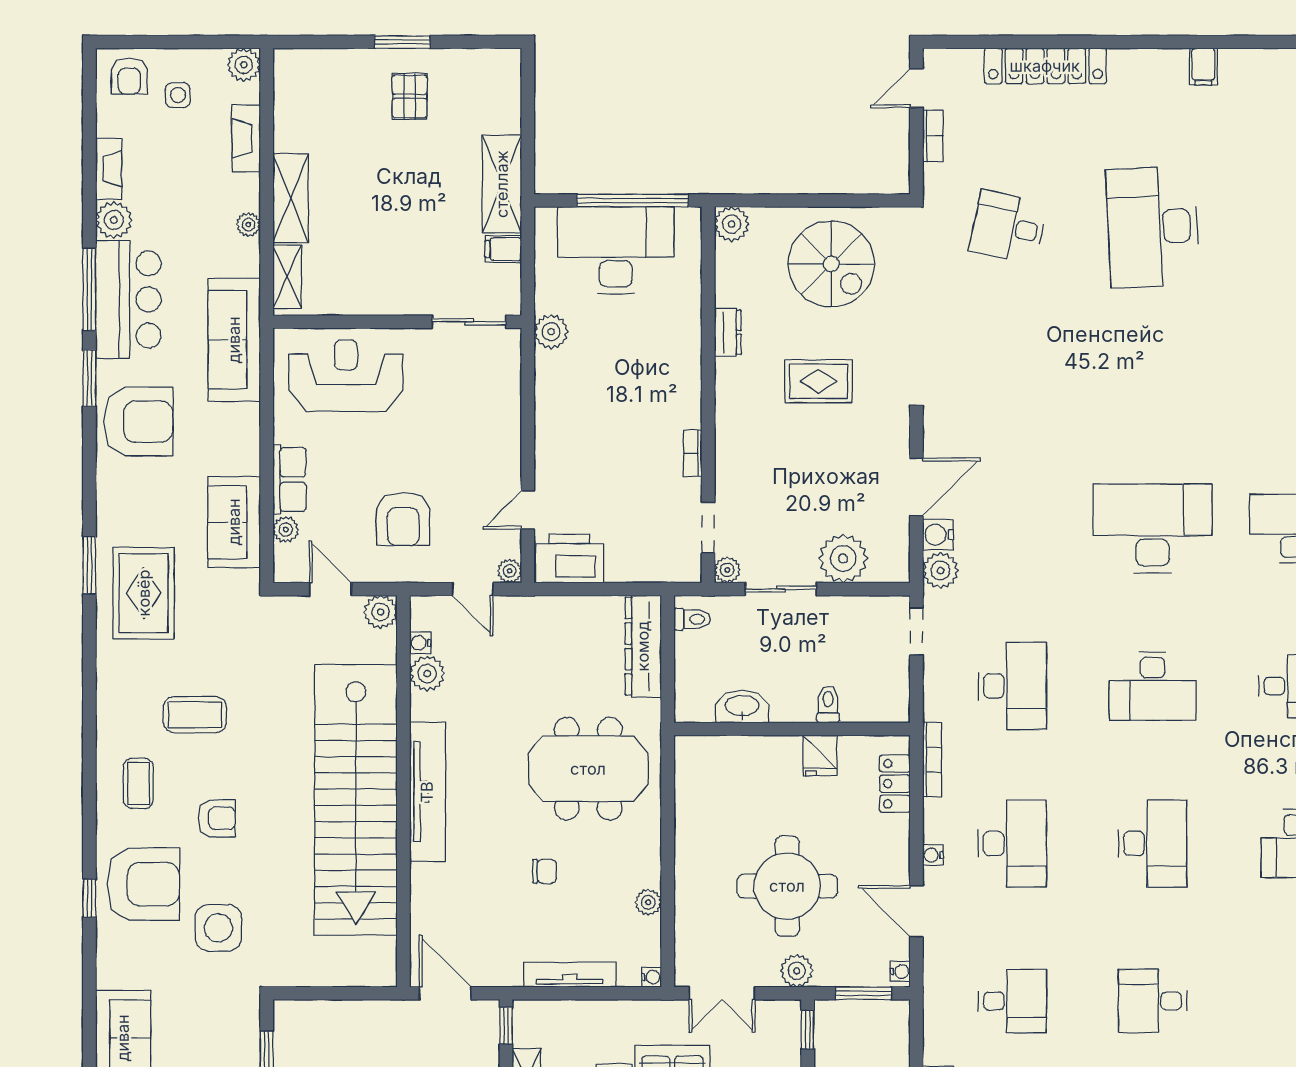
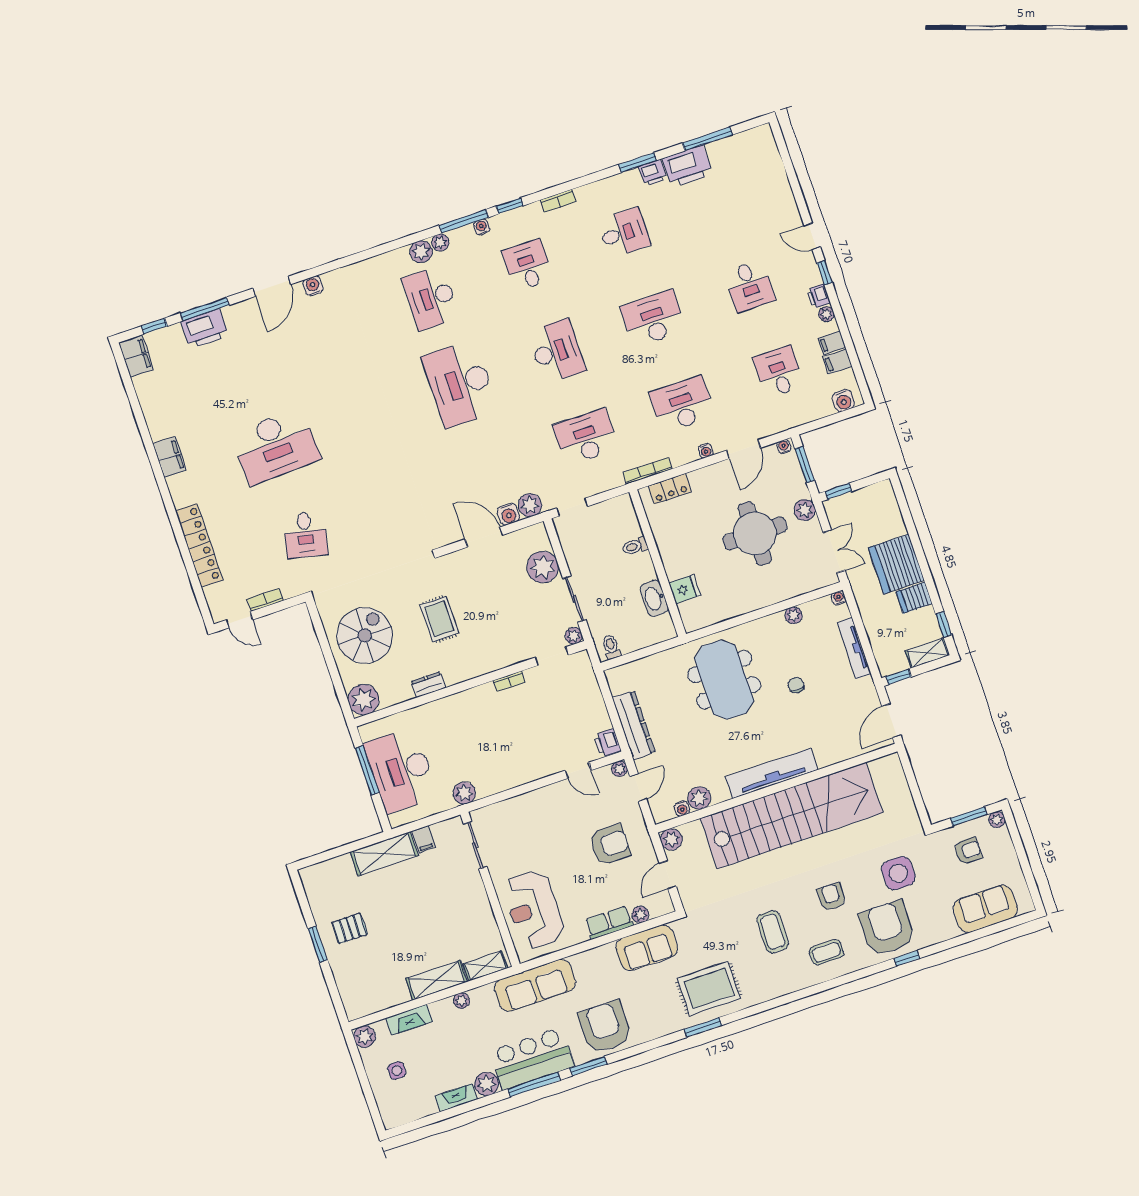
filing cabinet: (1203, 67) -> (170, 457), width x2.00
armchair: (129, 76) -> (968, 851), moved
window: (633, 200) -> (367, 770), width x0.68
plant: (732, 224) -> (364, 700), width x1.36, depth x1.36
printer: (569, 558) -> (607, 743), width x0.53, depth x0.68
dresser: (643, 646) -> (634, 725), moved, turned -90
fridge: (820, 755) -> (685, 589), moved

